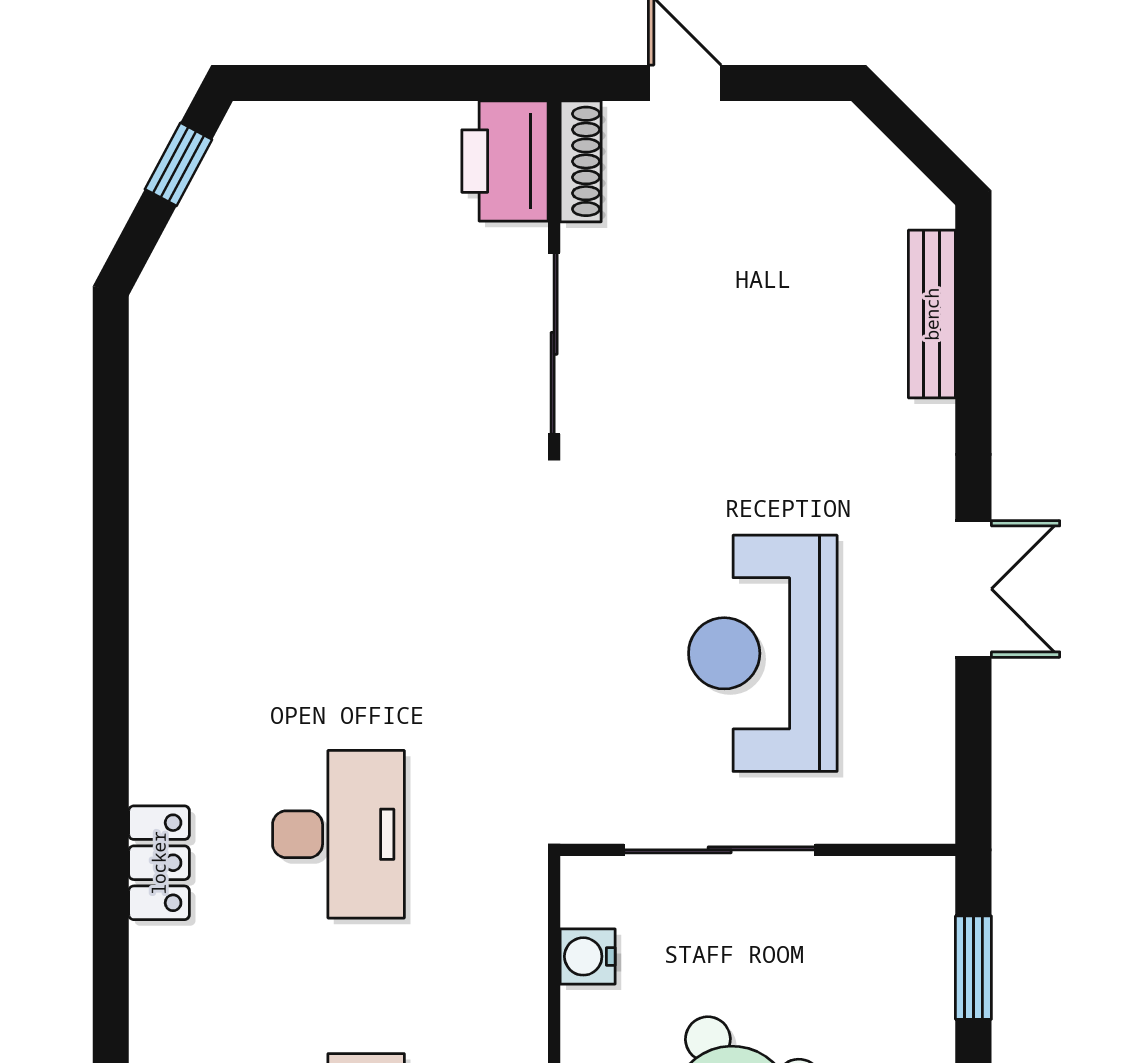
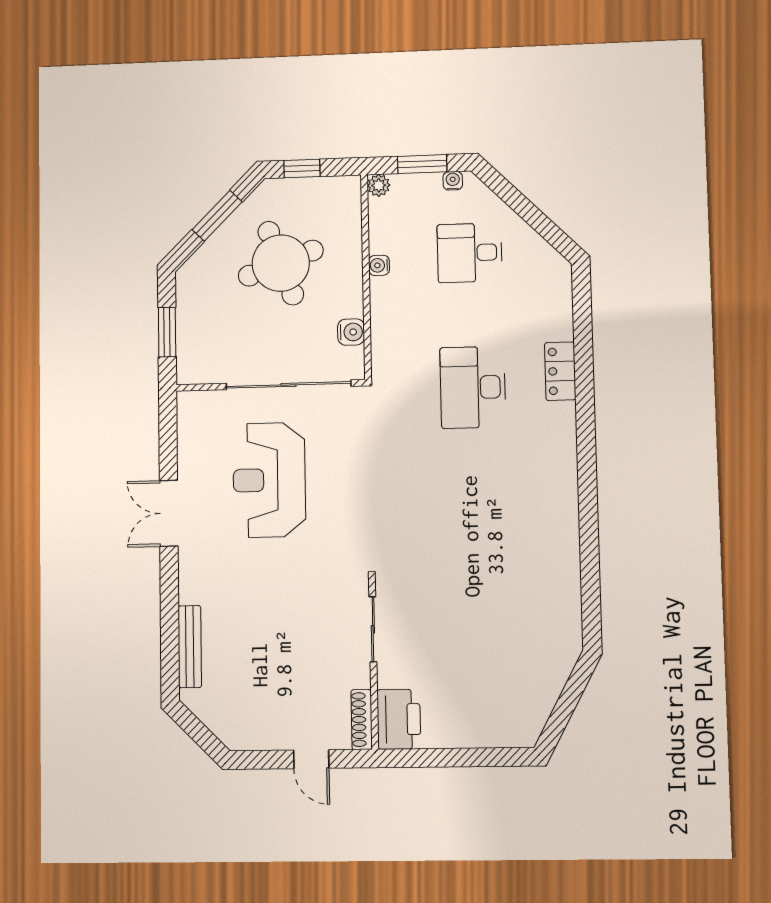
window: (178, 164) -> (561, 716), removed
sliding door: (554, 343) -> (373, 629), width x0.73
reception desk: (763, 653) -> (269, 480), turned 180
sliding door: (720, 850) -> (289, 385), width x1.36

